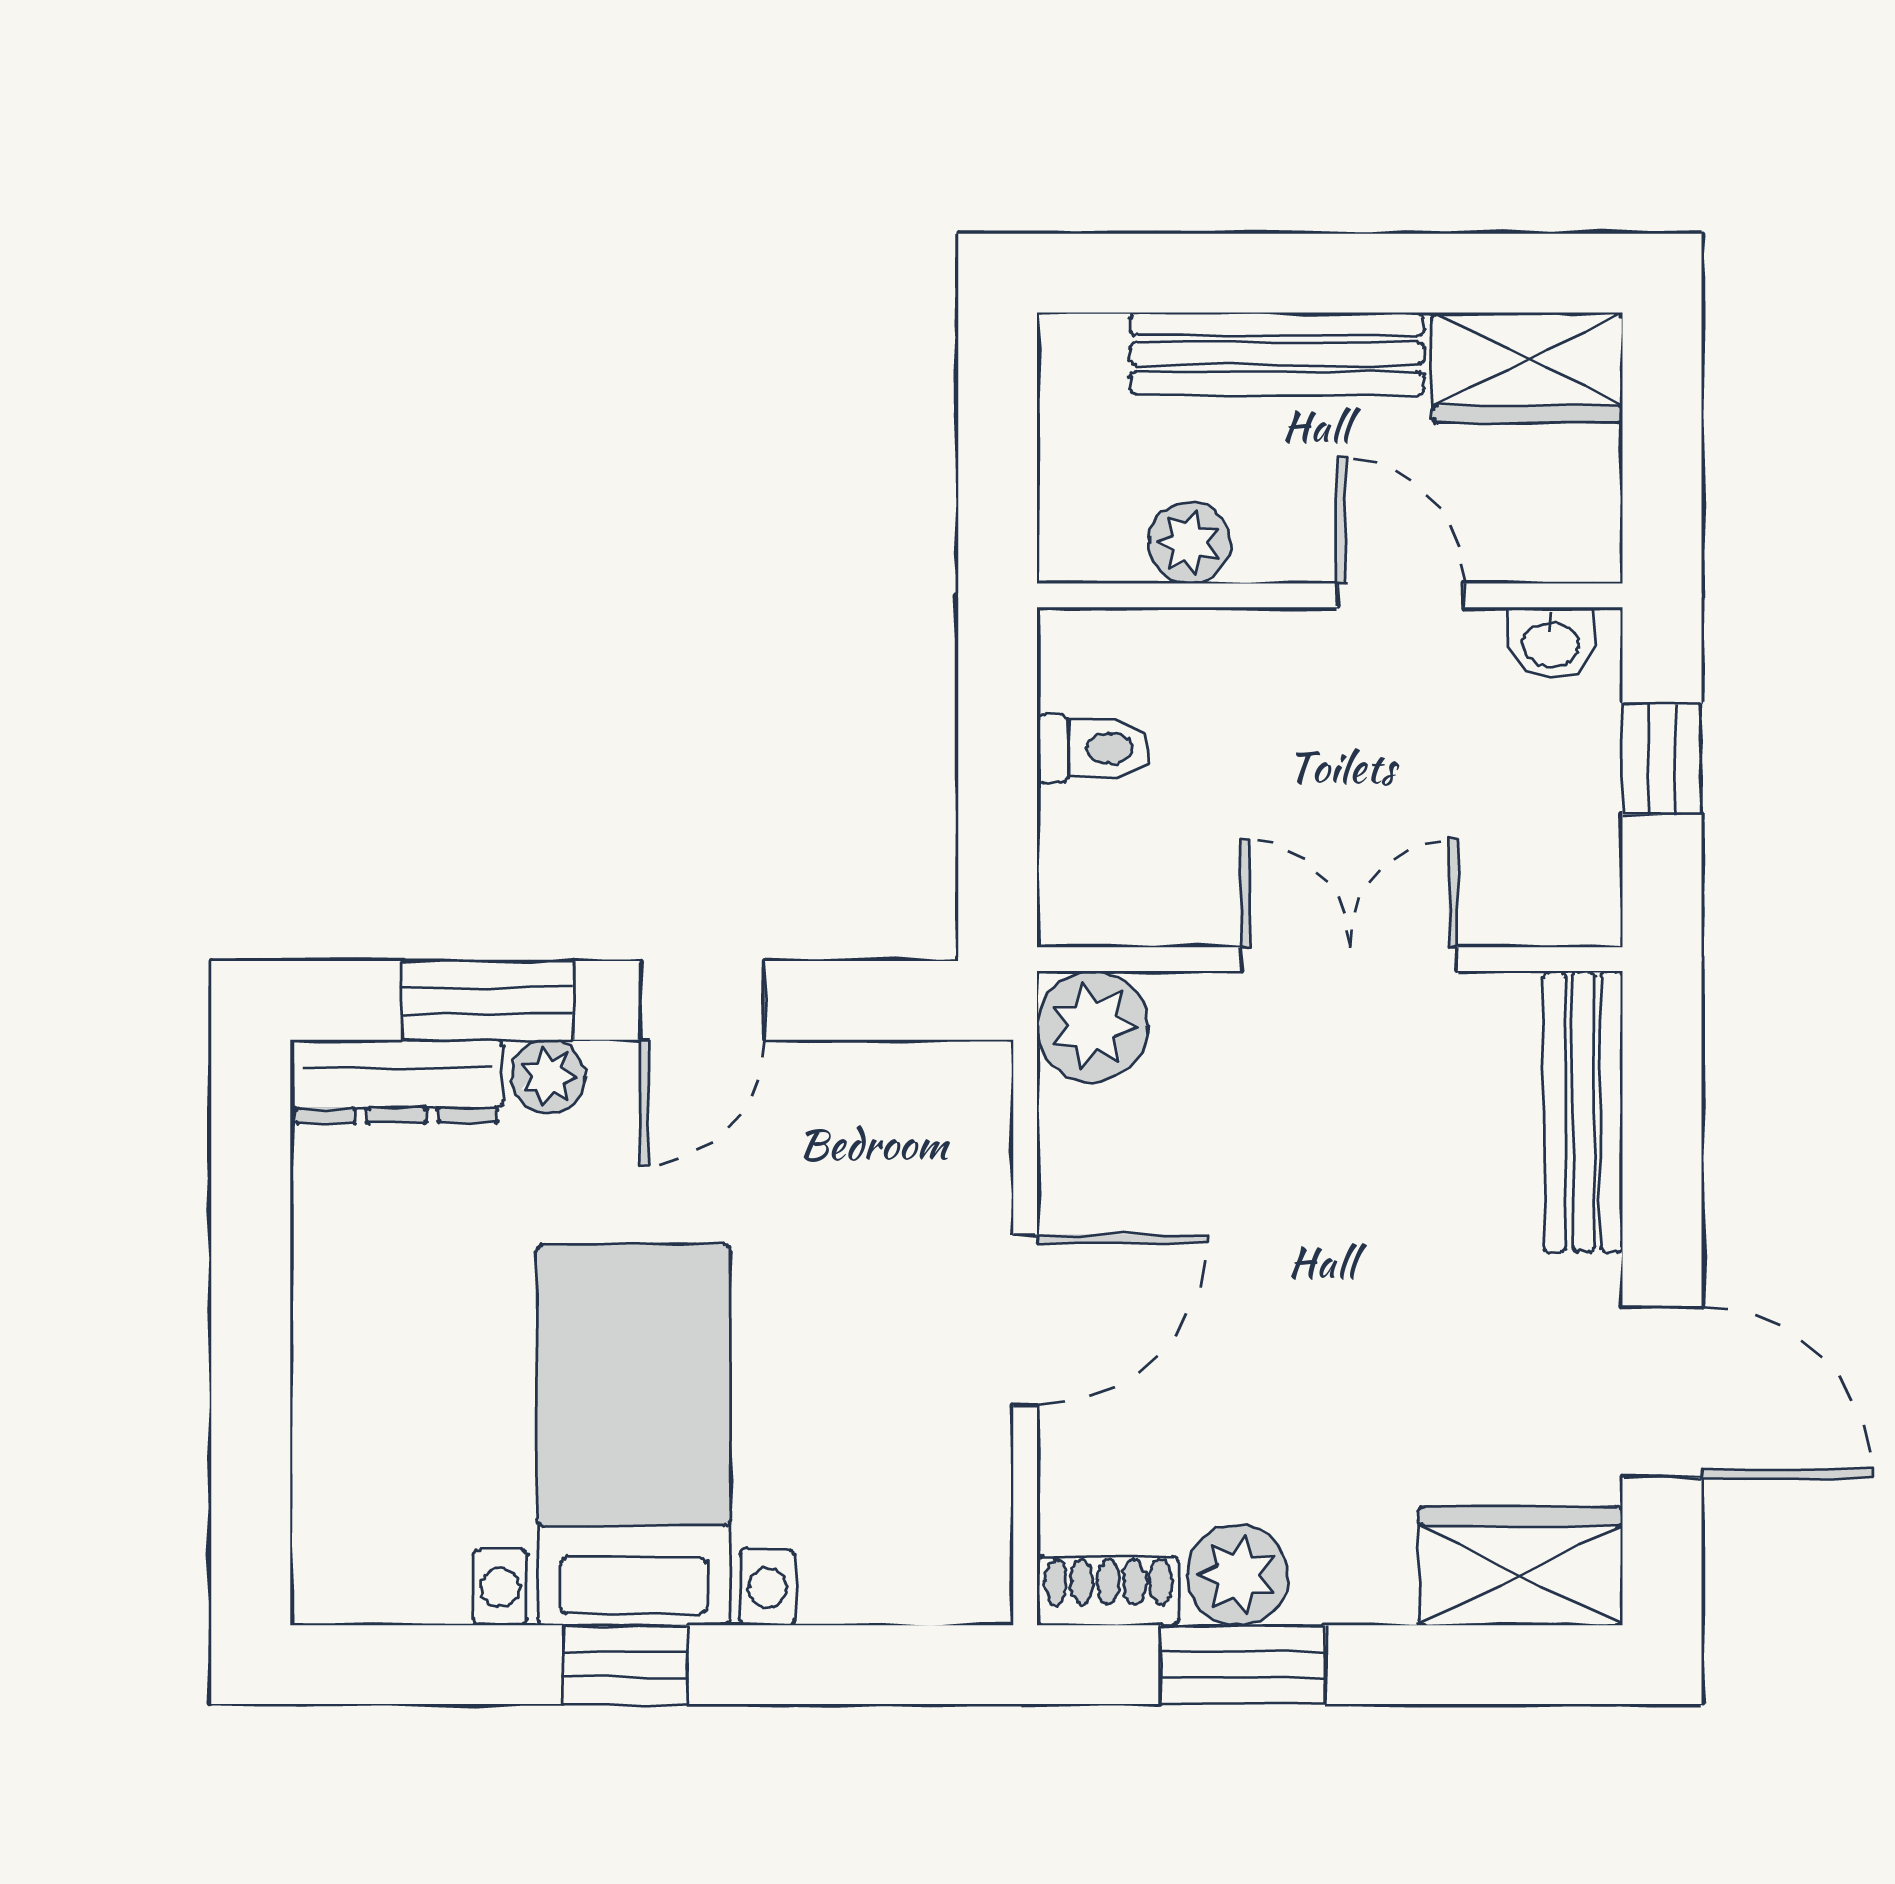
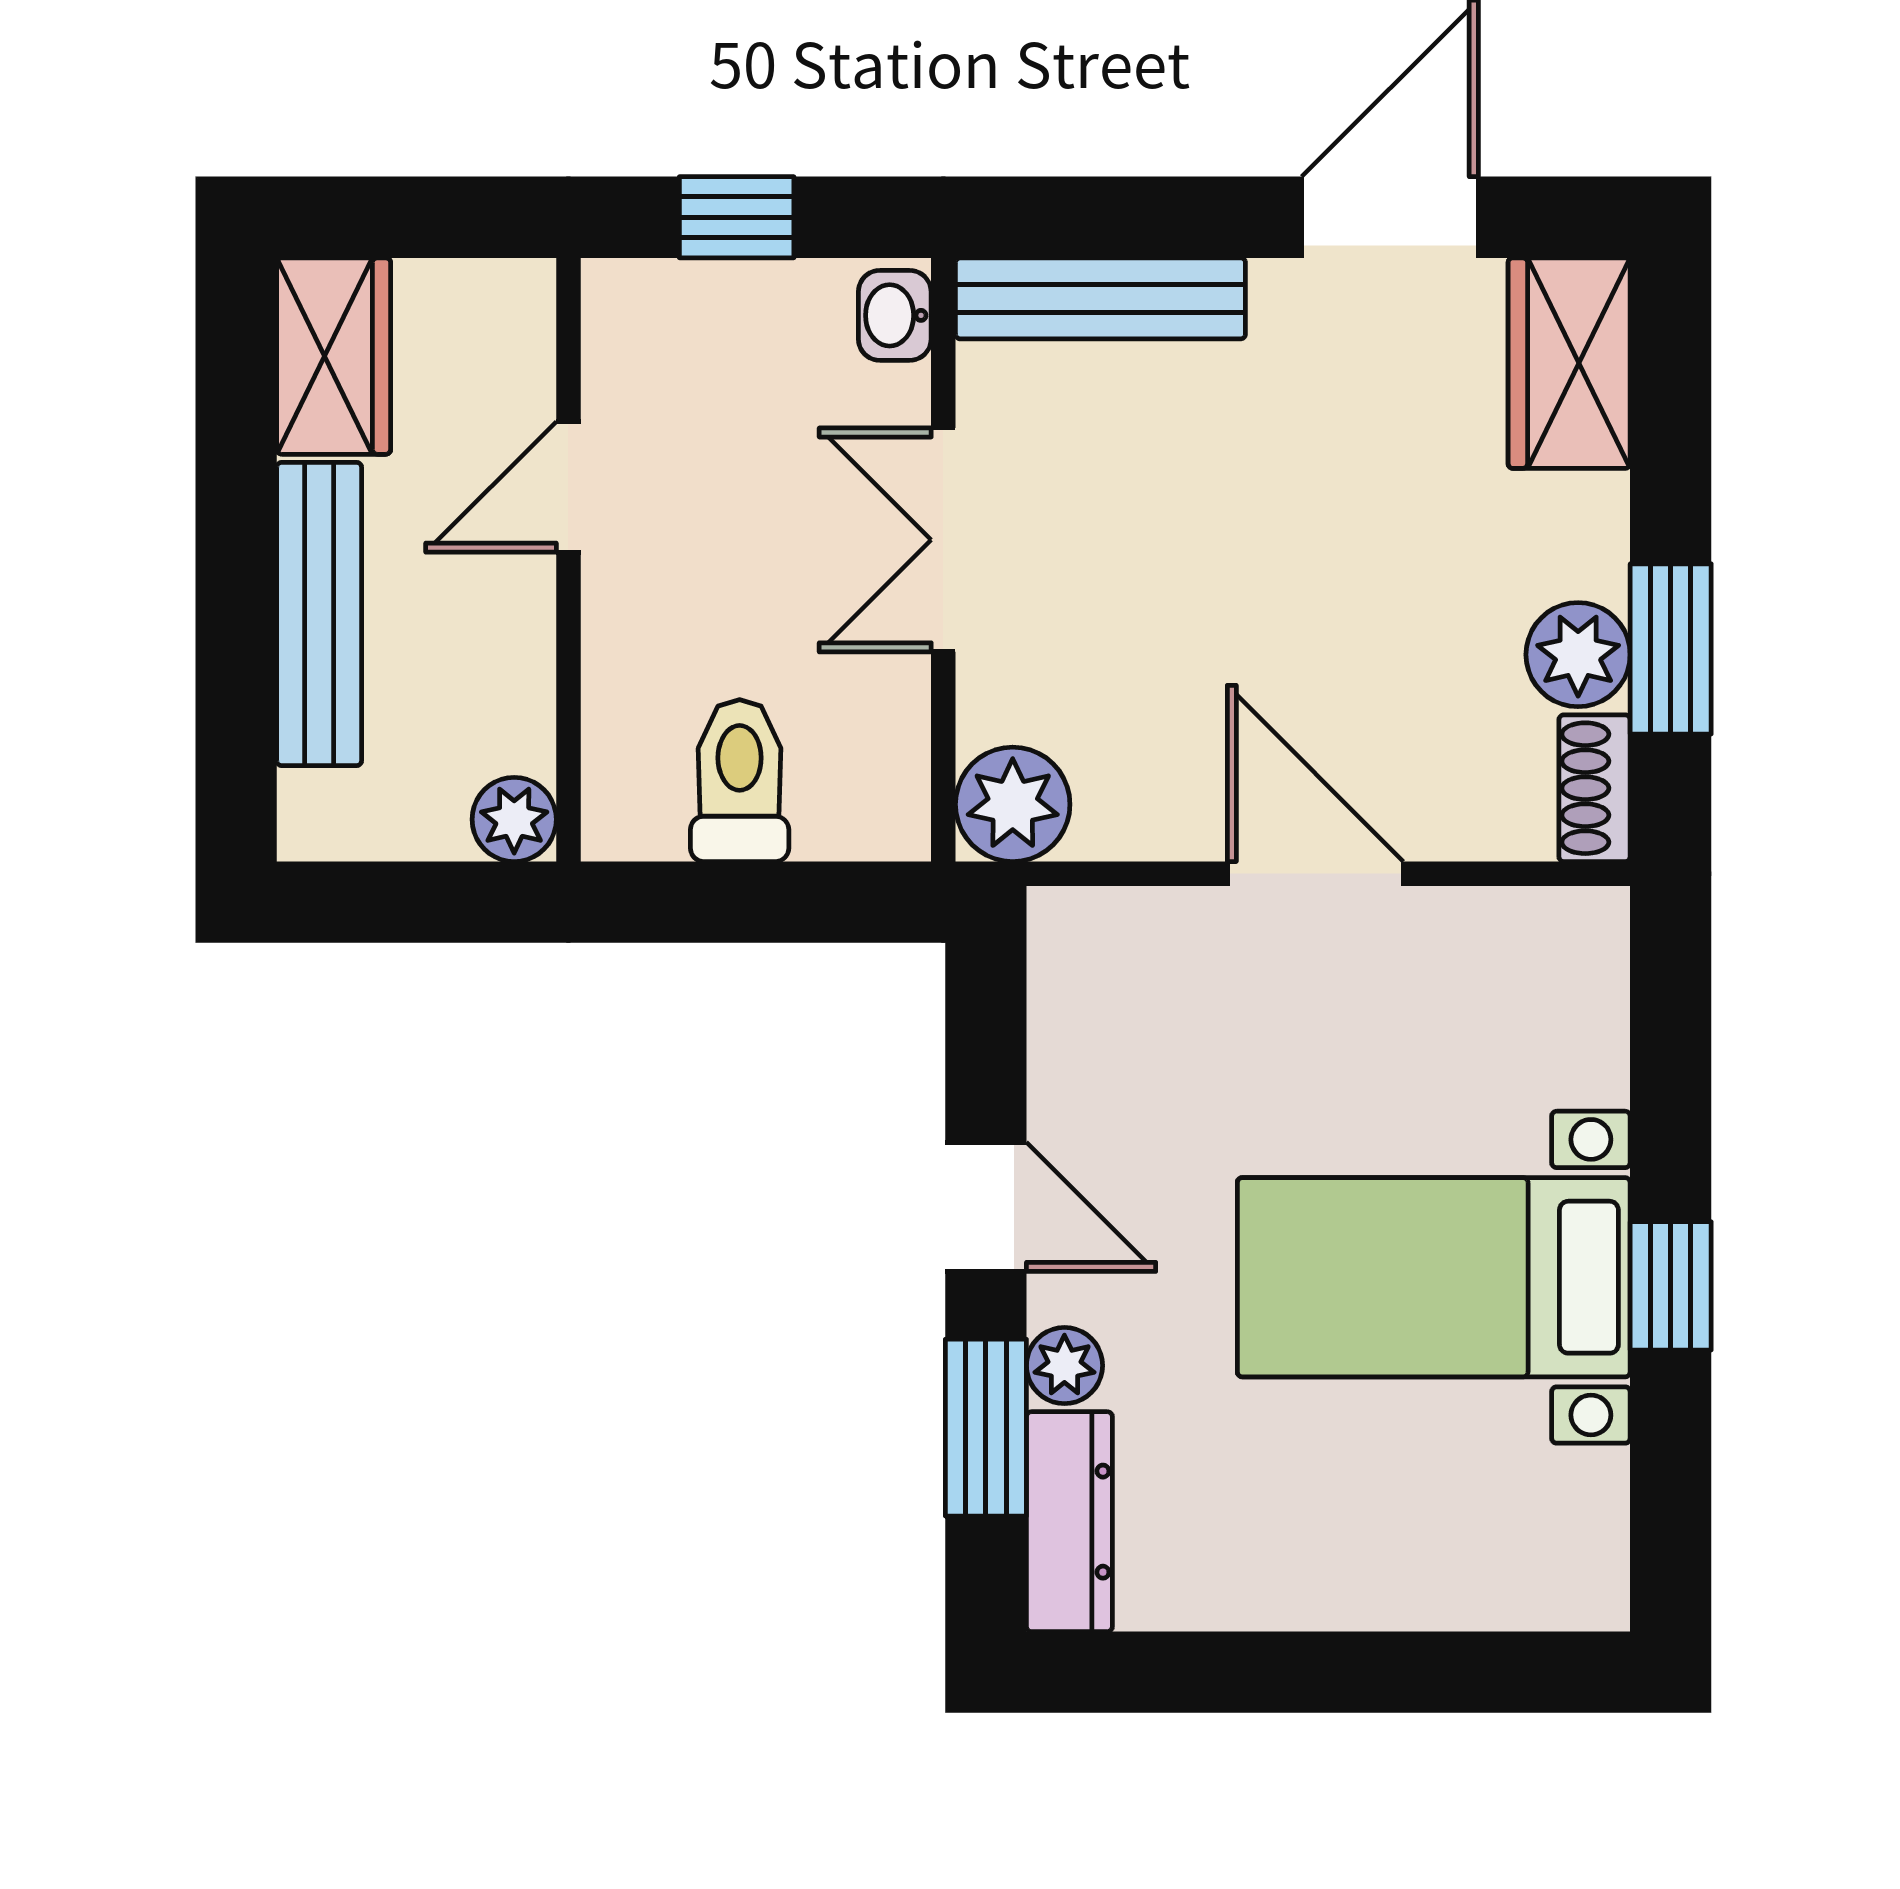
plant: (1189, 543) -> (514, 819), moved
washbasin: (1551, 643) -> (895, 315), moved, turned 180
toilet: (1094, 748) -> (740, 781), width x1.37, depth x1.39

